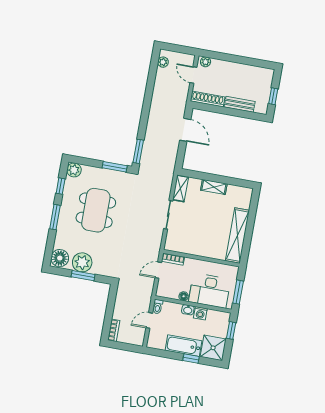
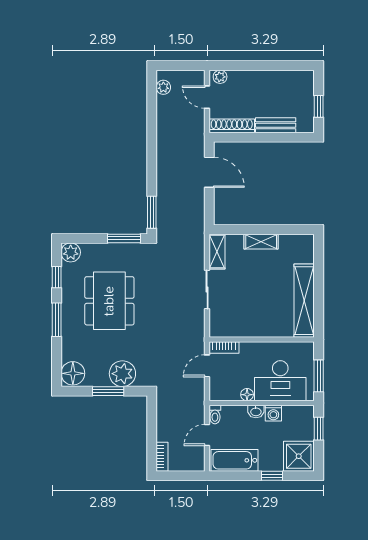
plant: (82, 262) -> (122, 374), moved
bathtub: (183, 346) -> (235, 460), moved

